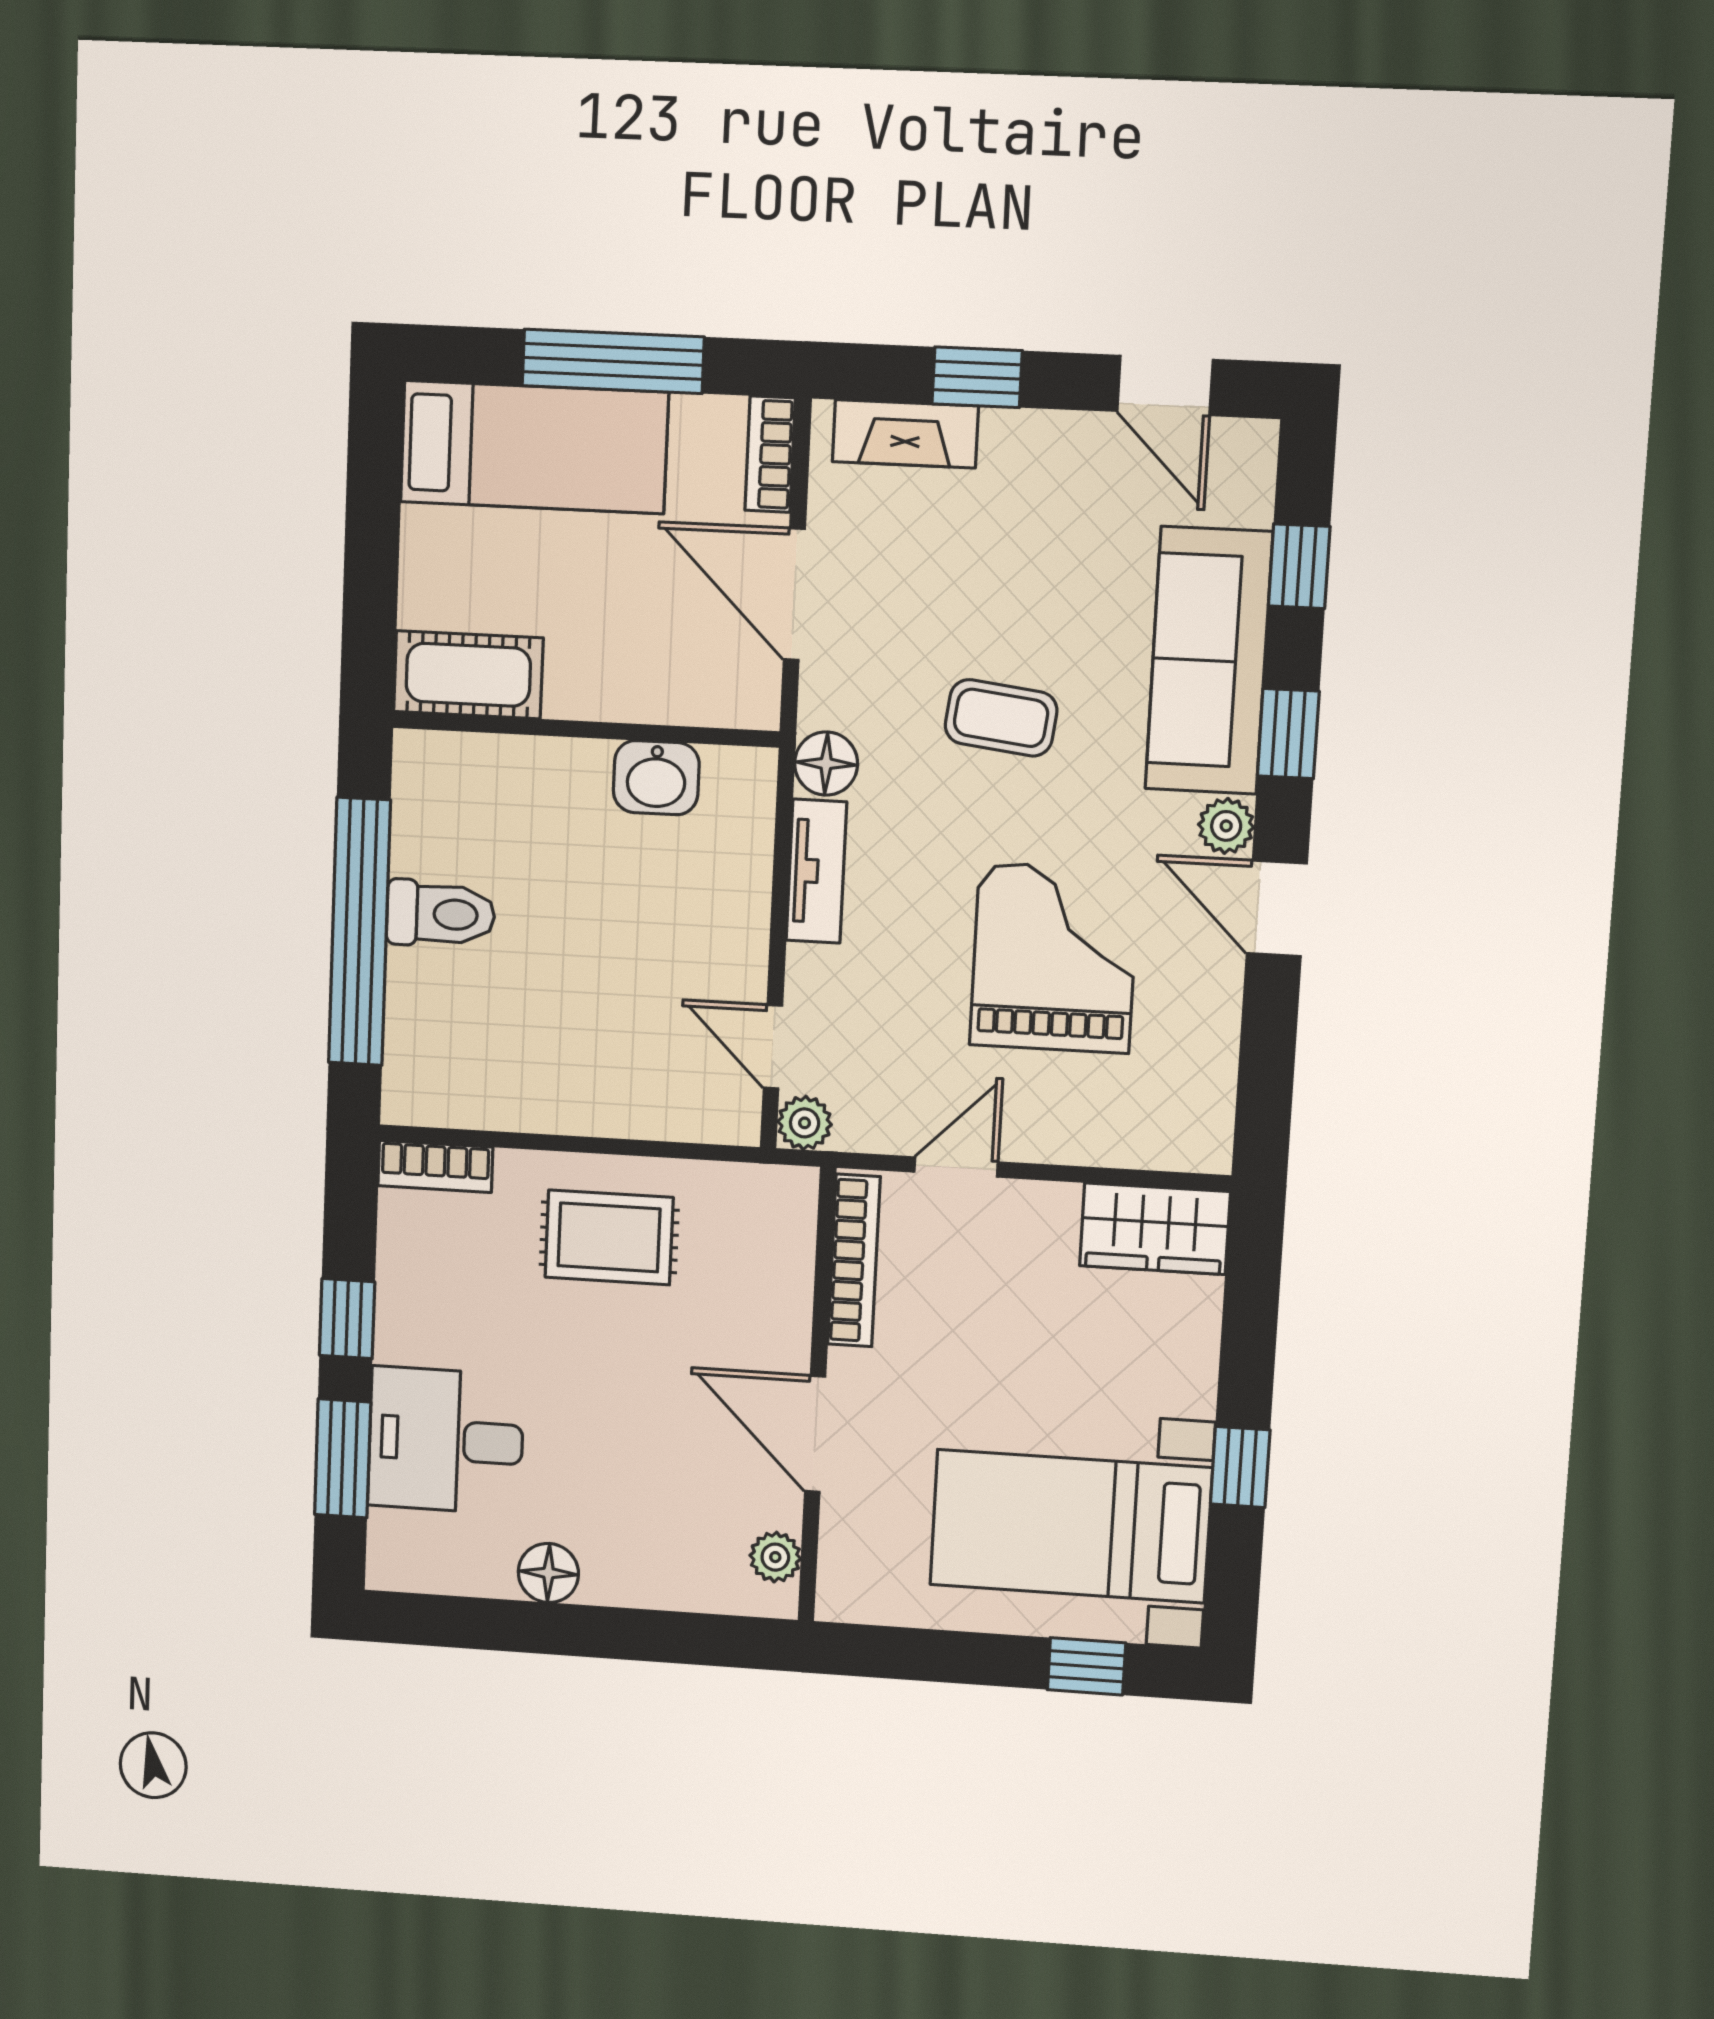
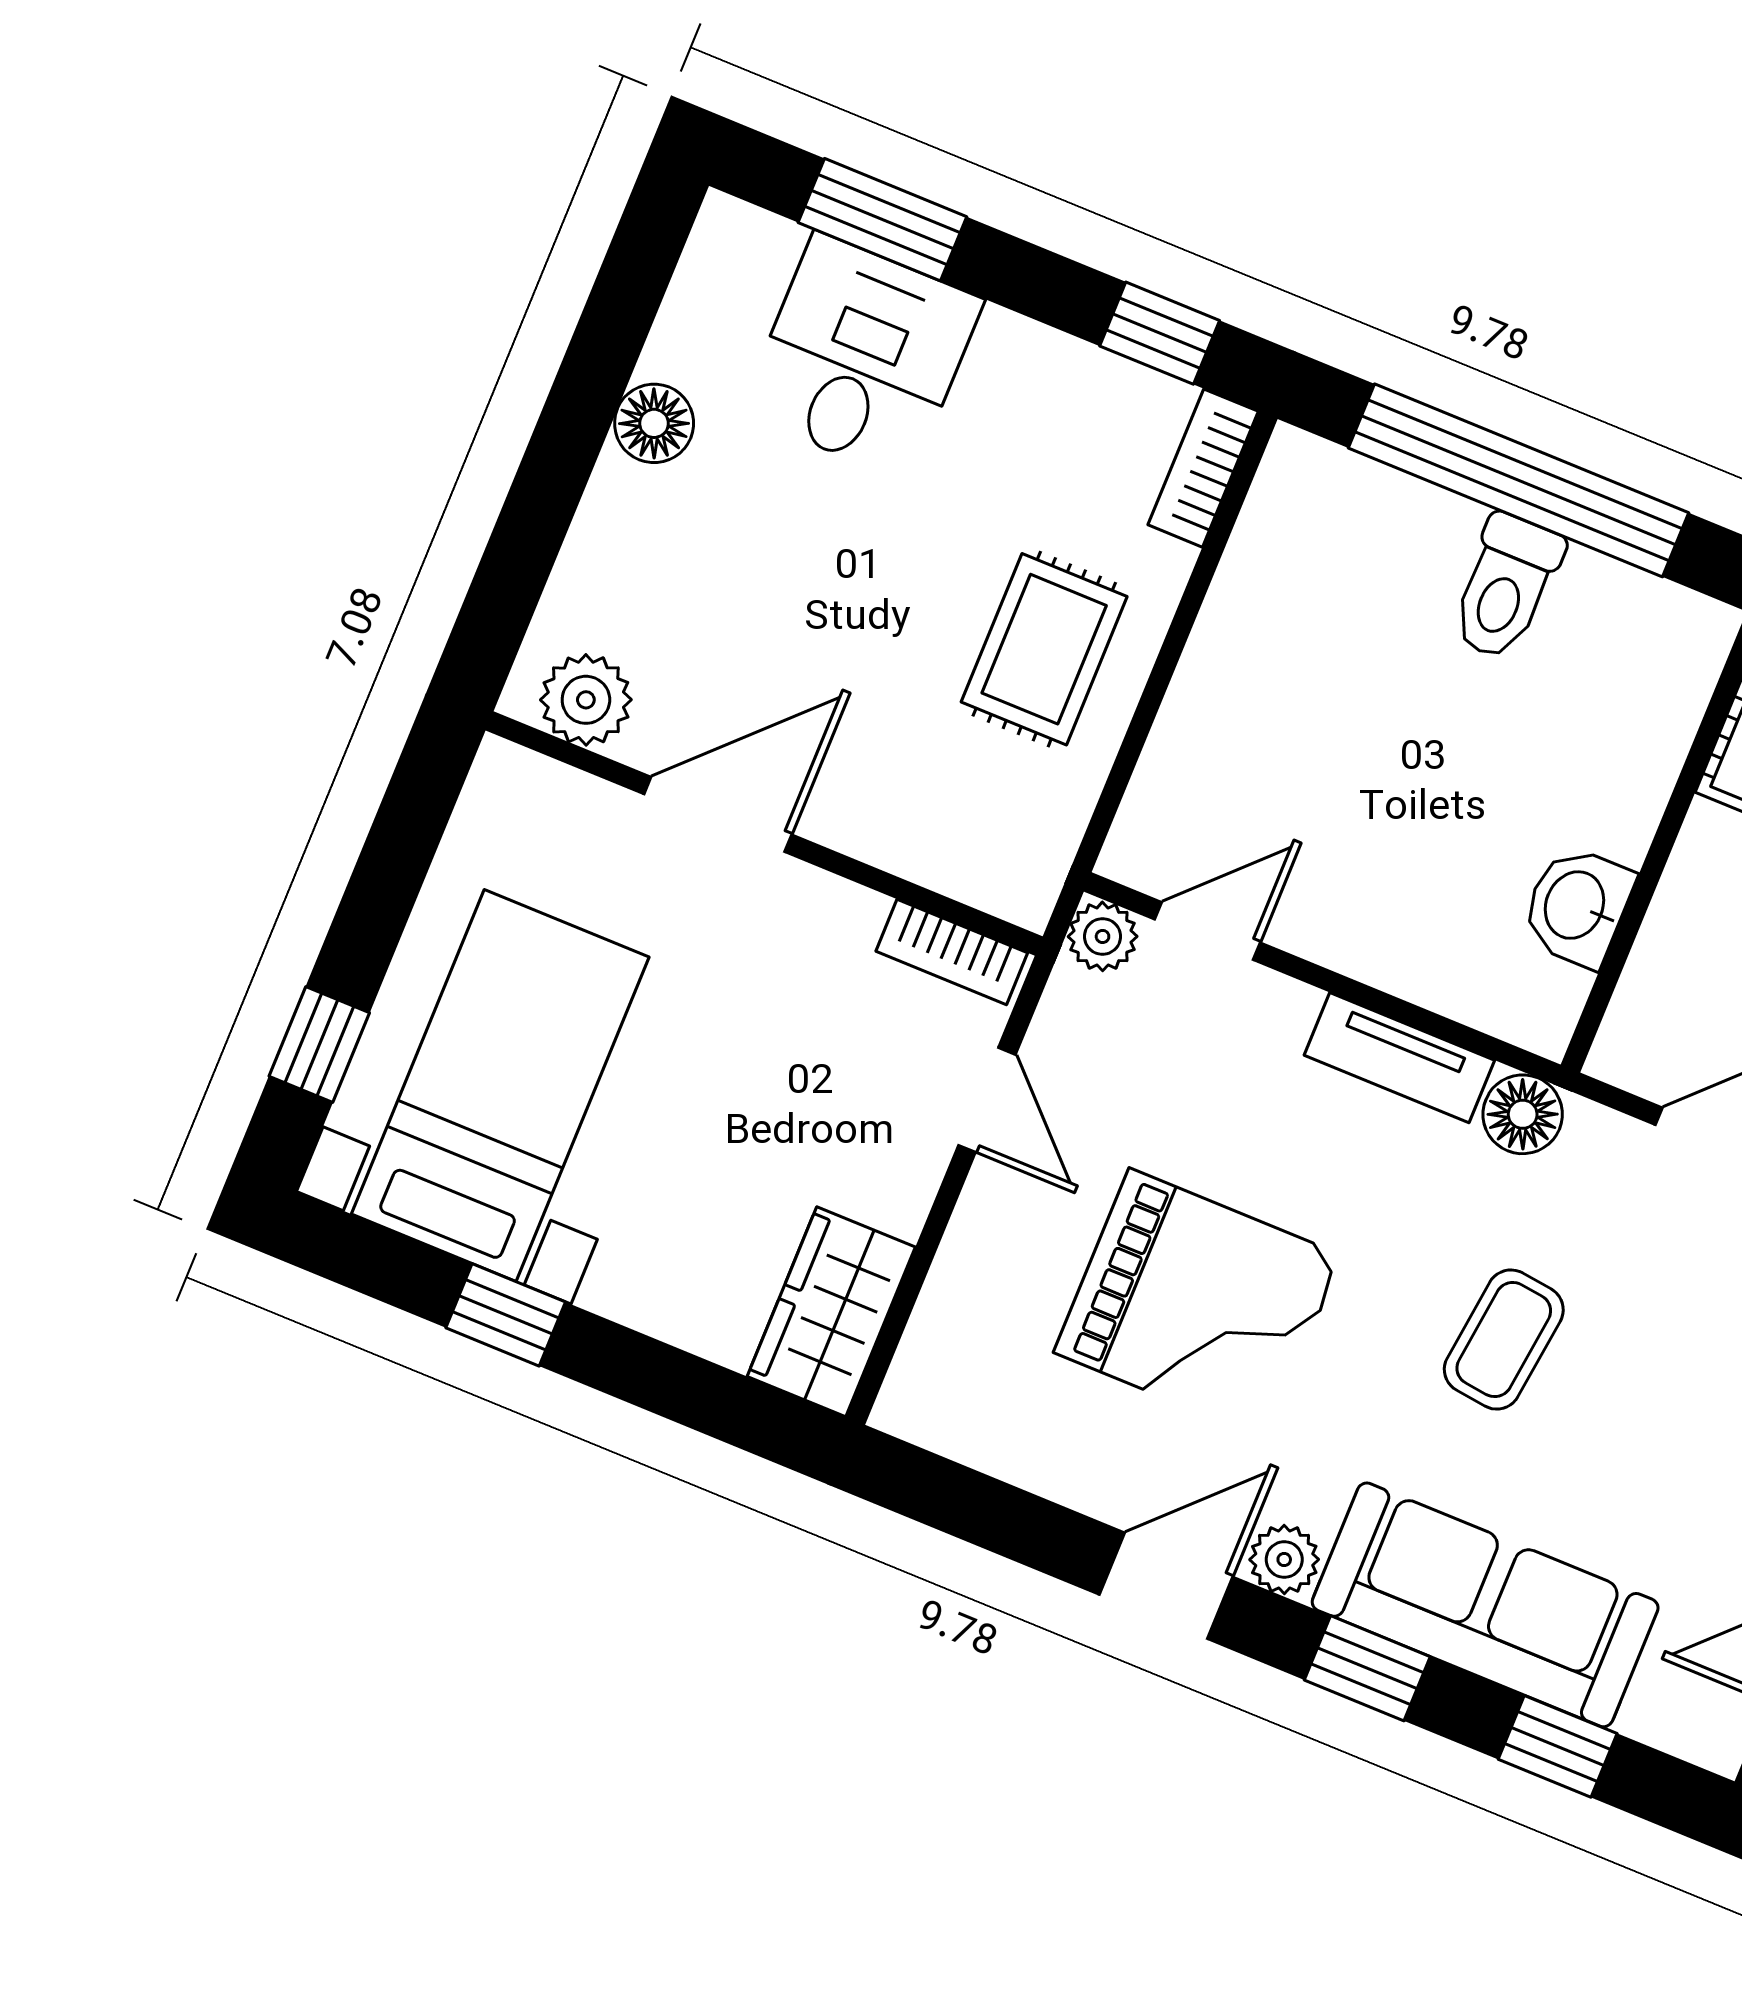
bookcase: (854, 1261) -> (952, 952), width x0.64
window: (347, 1319) -> (1160, 333), moved
plant: (775, 1557) -> (586, 700), width x1.38, depth x1.38

